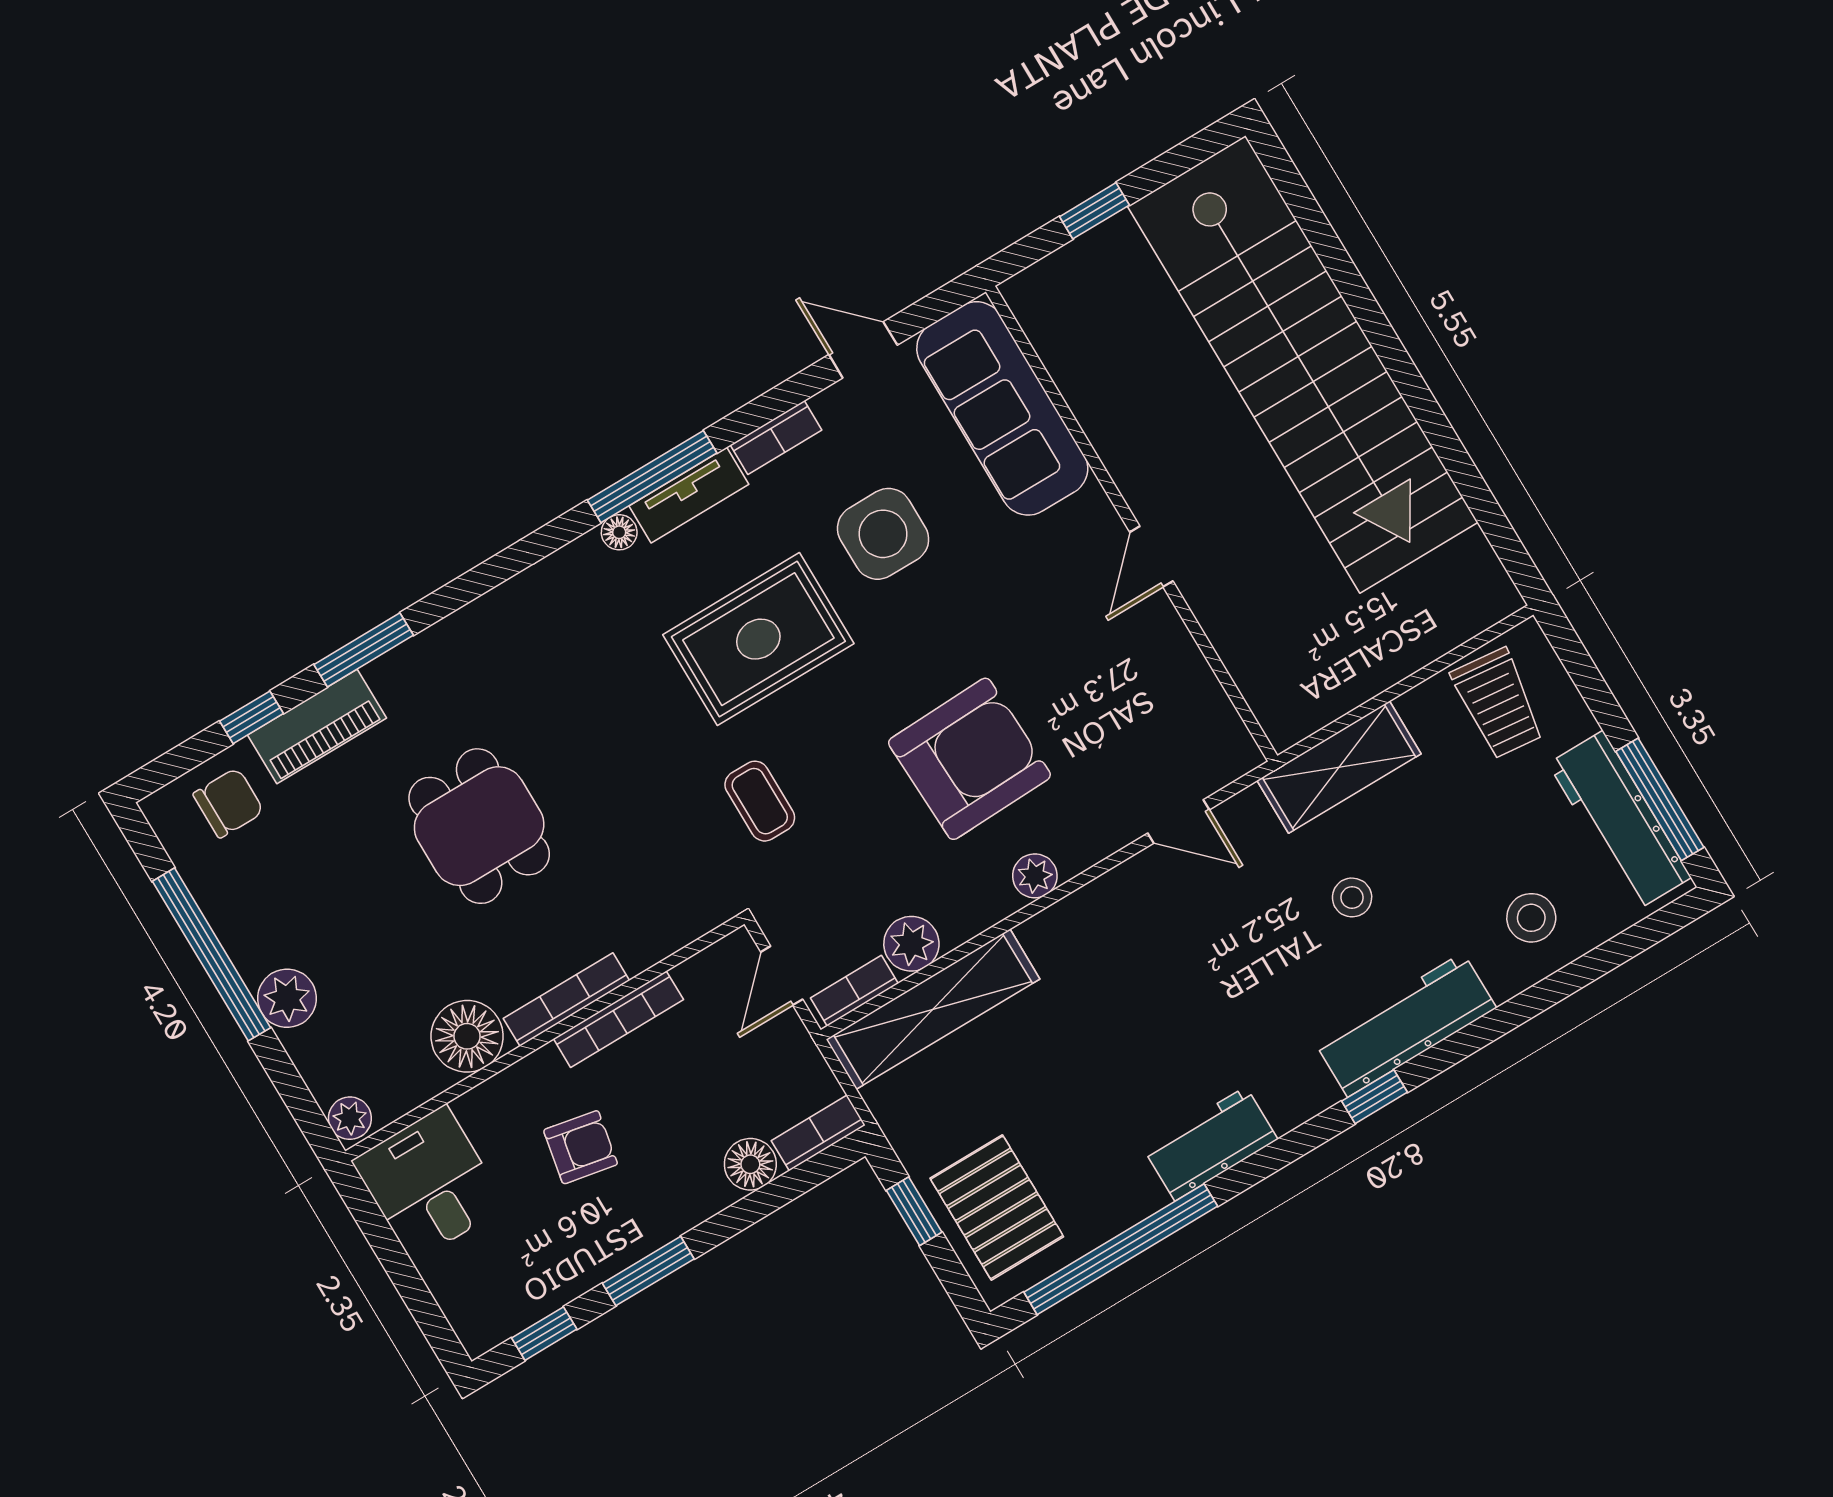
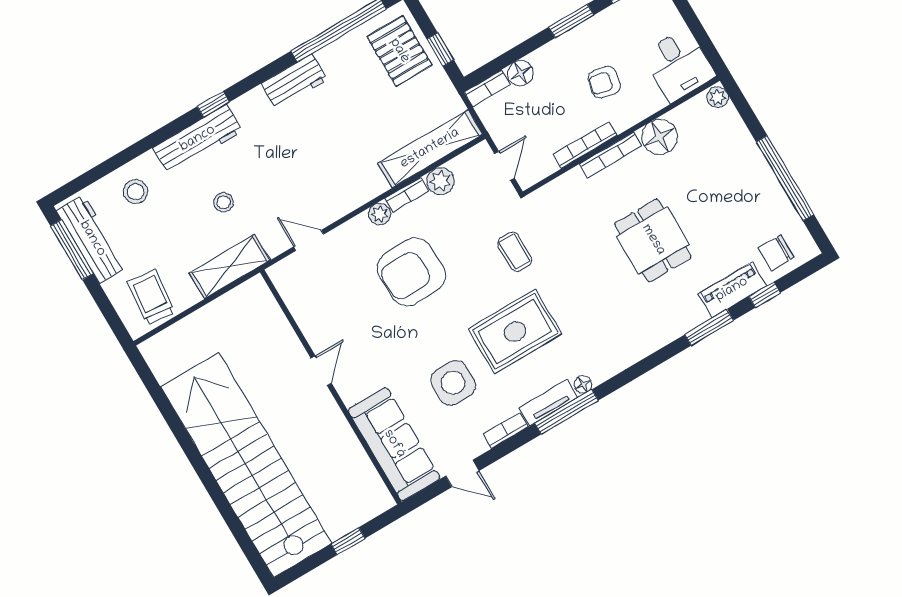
bookcase: (854, 991) -> (407, 195), moved
plant: (287, 998) -> (748, 156), removed

